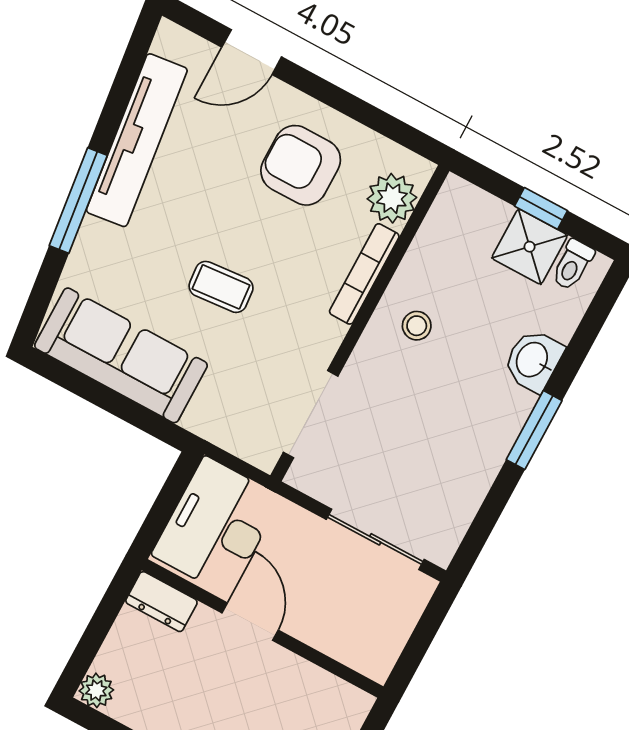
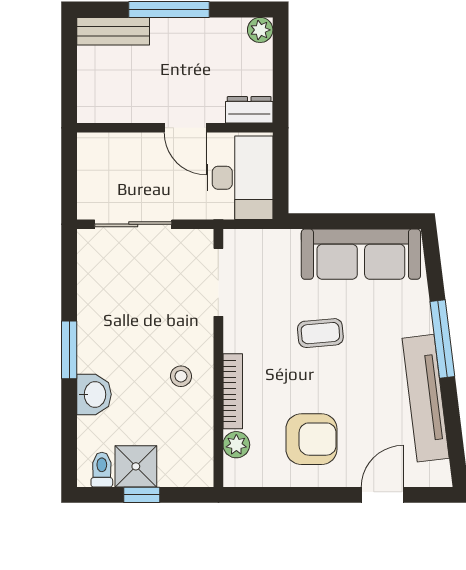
plant: (392, 198) -> (236, 445), width x0.73, depth x0.73

